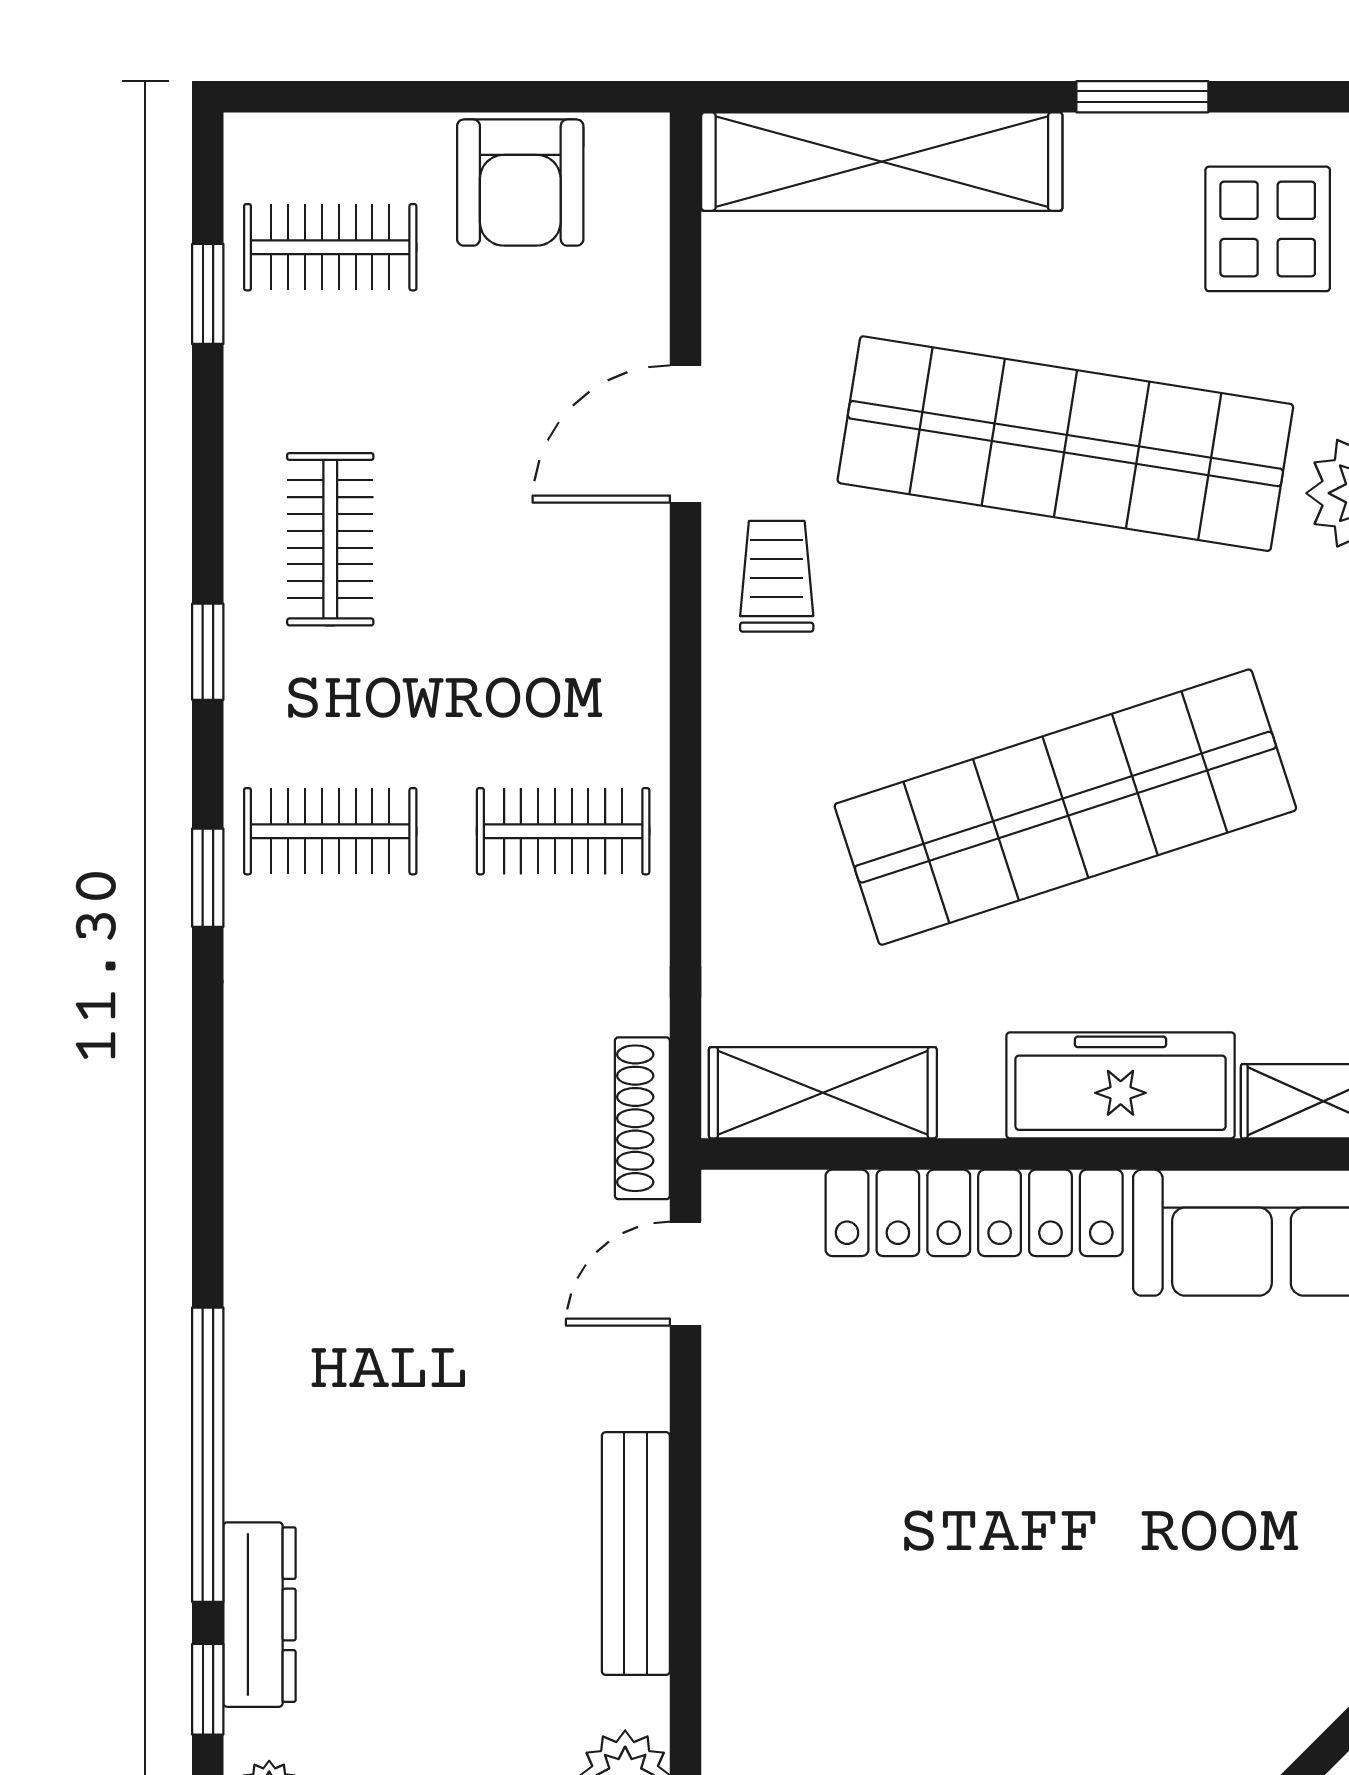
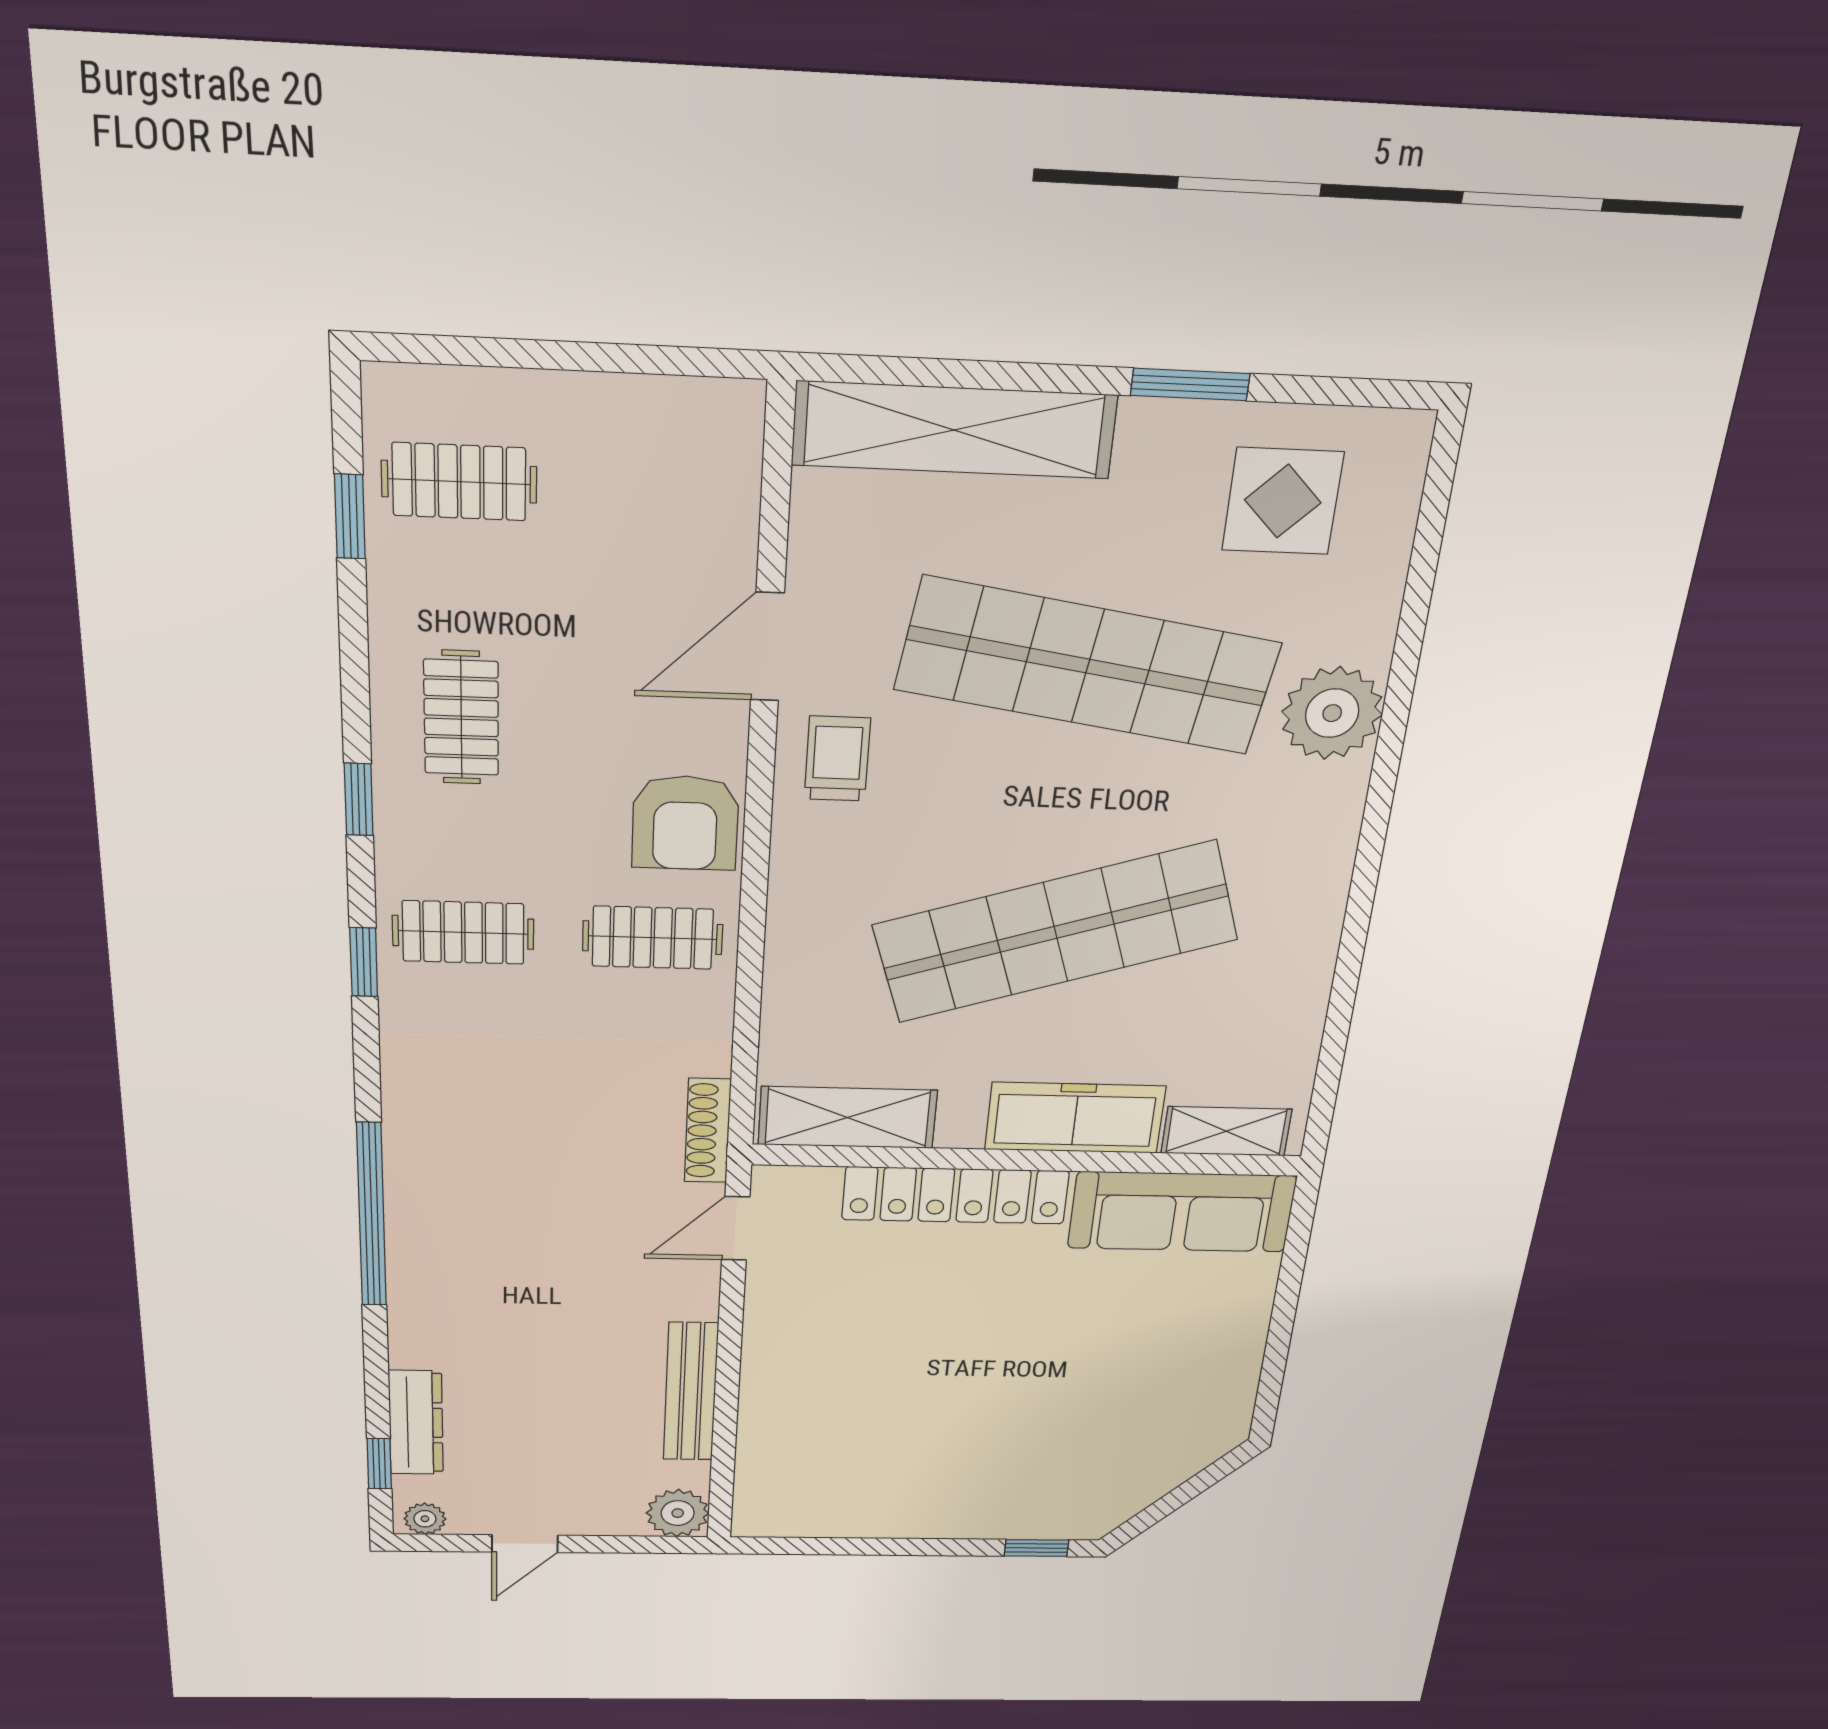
armchair: (520, 183) -> (685, 823), moved
window: (208, 1455) -> (372, 1215), moved

